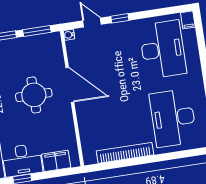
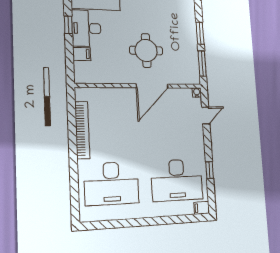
window: (120, 18) -> (210, 170), moved
desk: (173, 118) -> (112, 183), turned 180
filing cabinet: (56, 161) -> (82, 54), width x0.50

